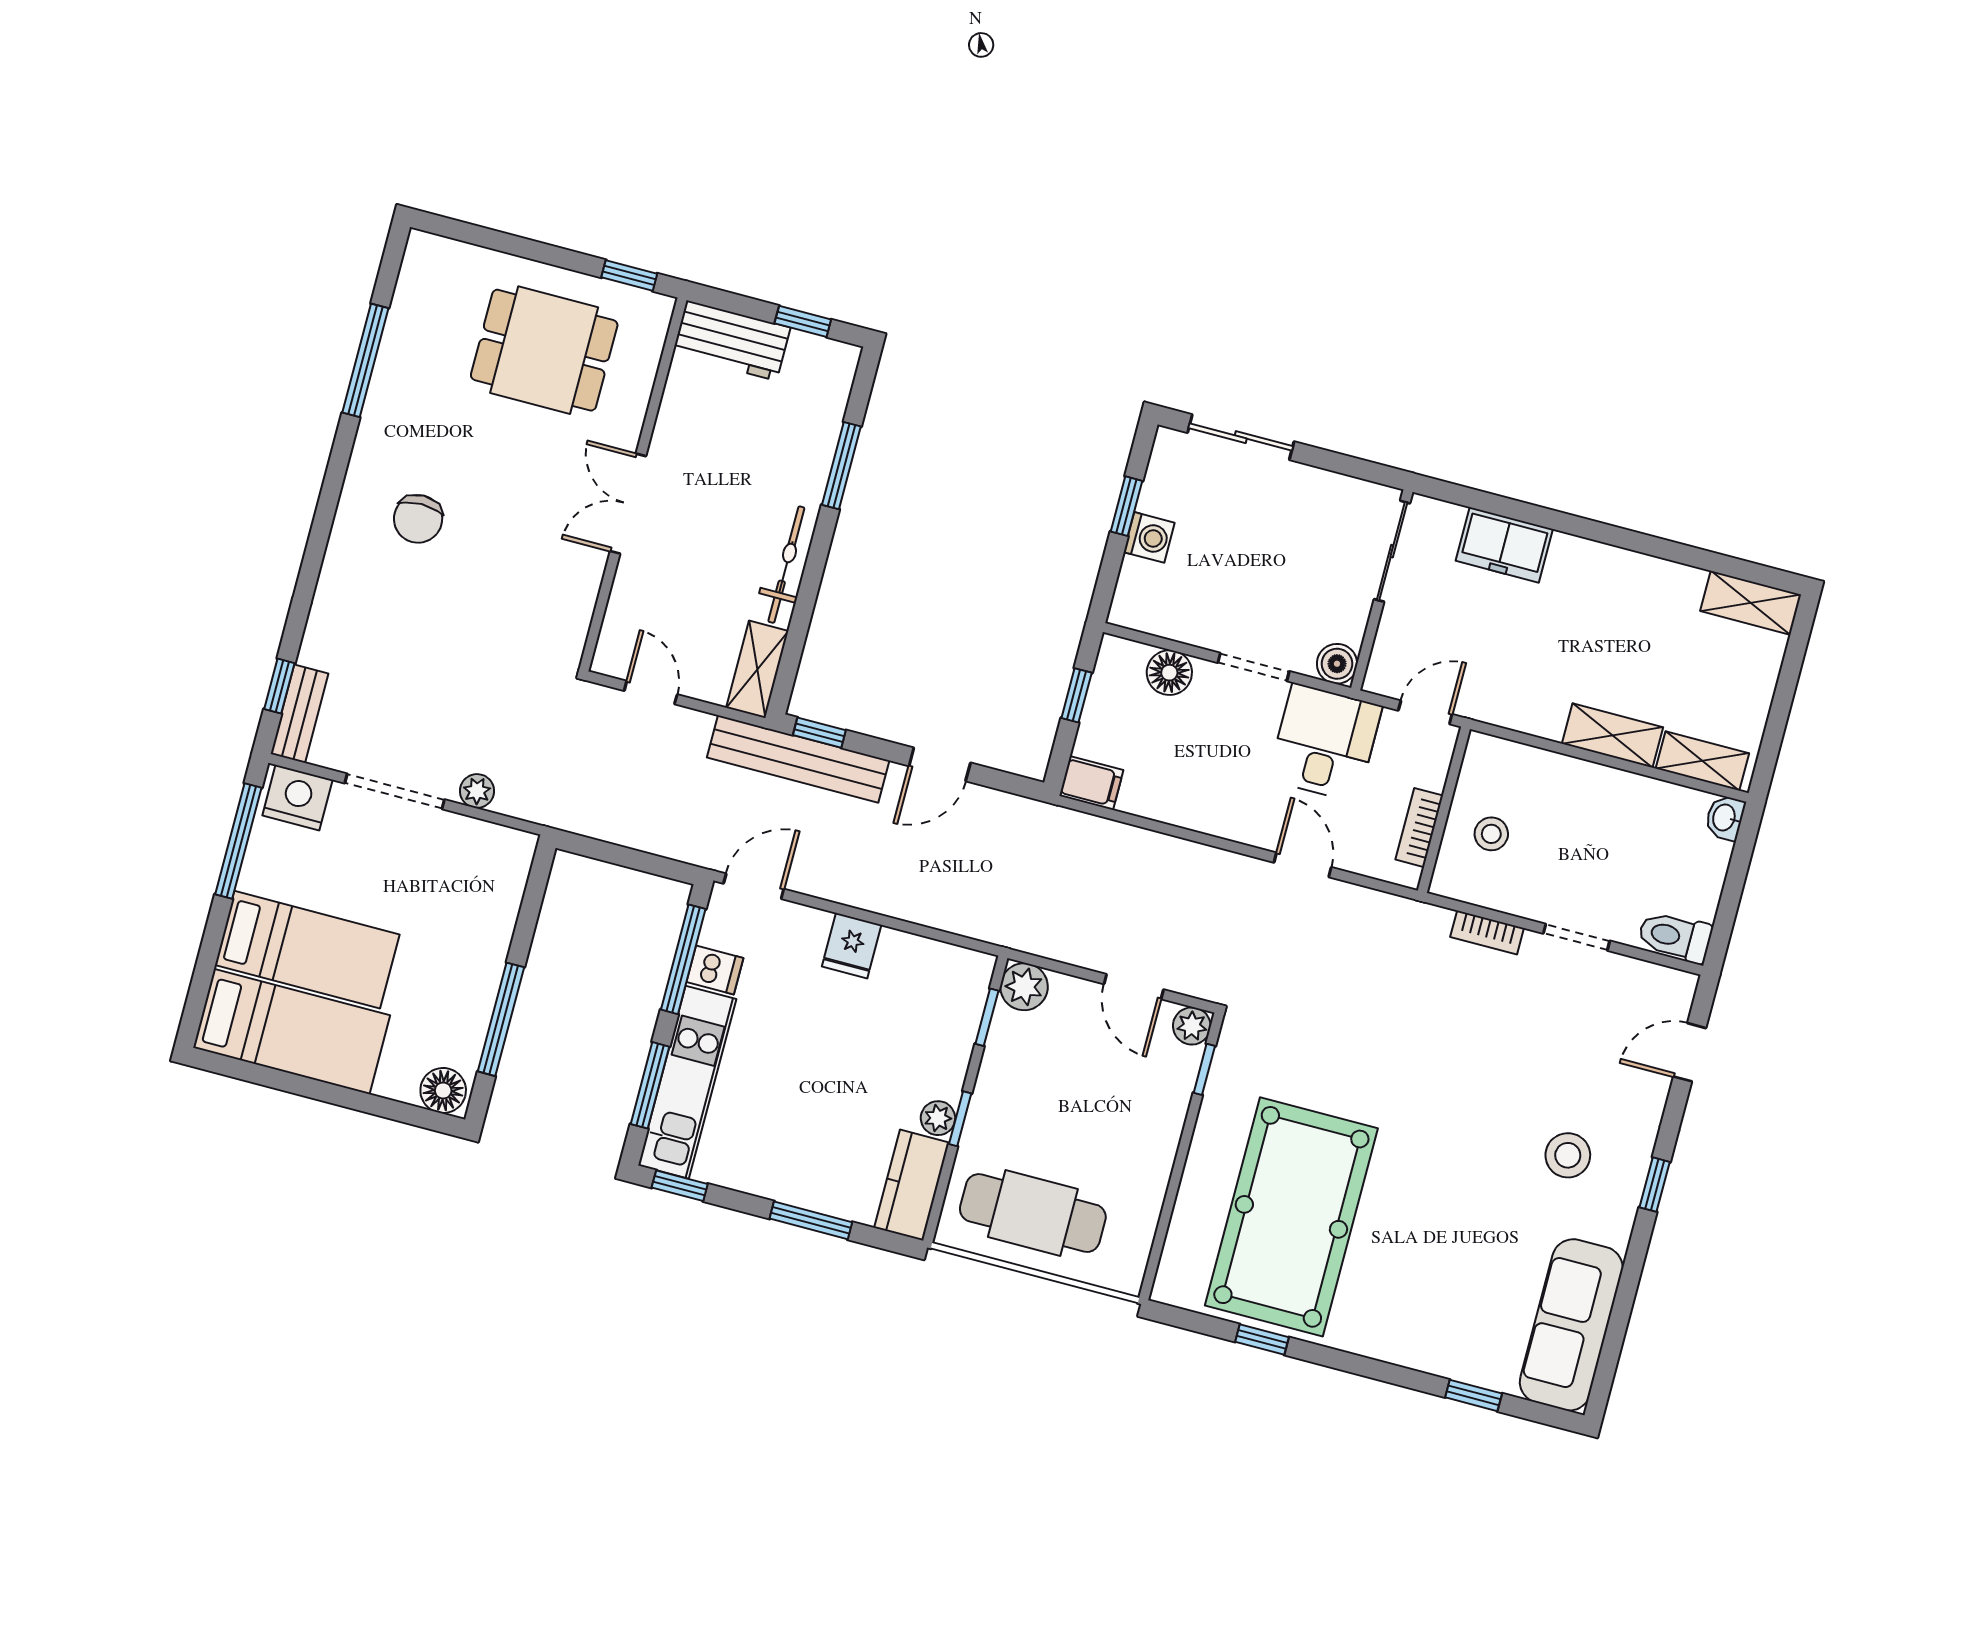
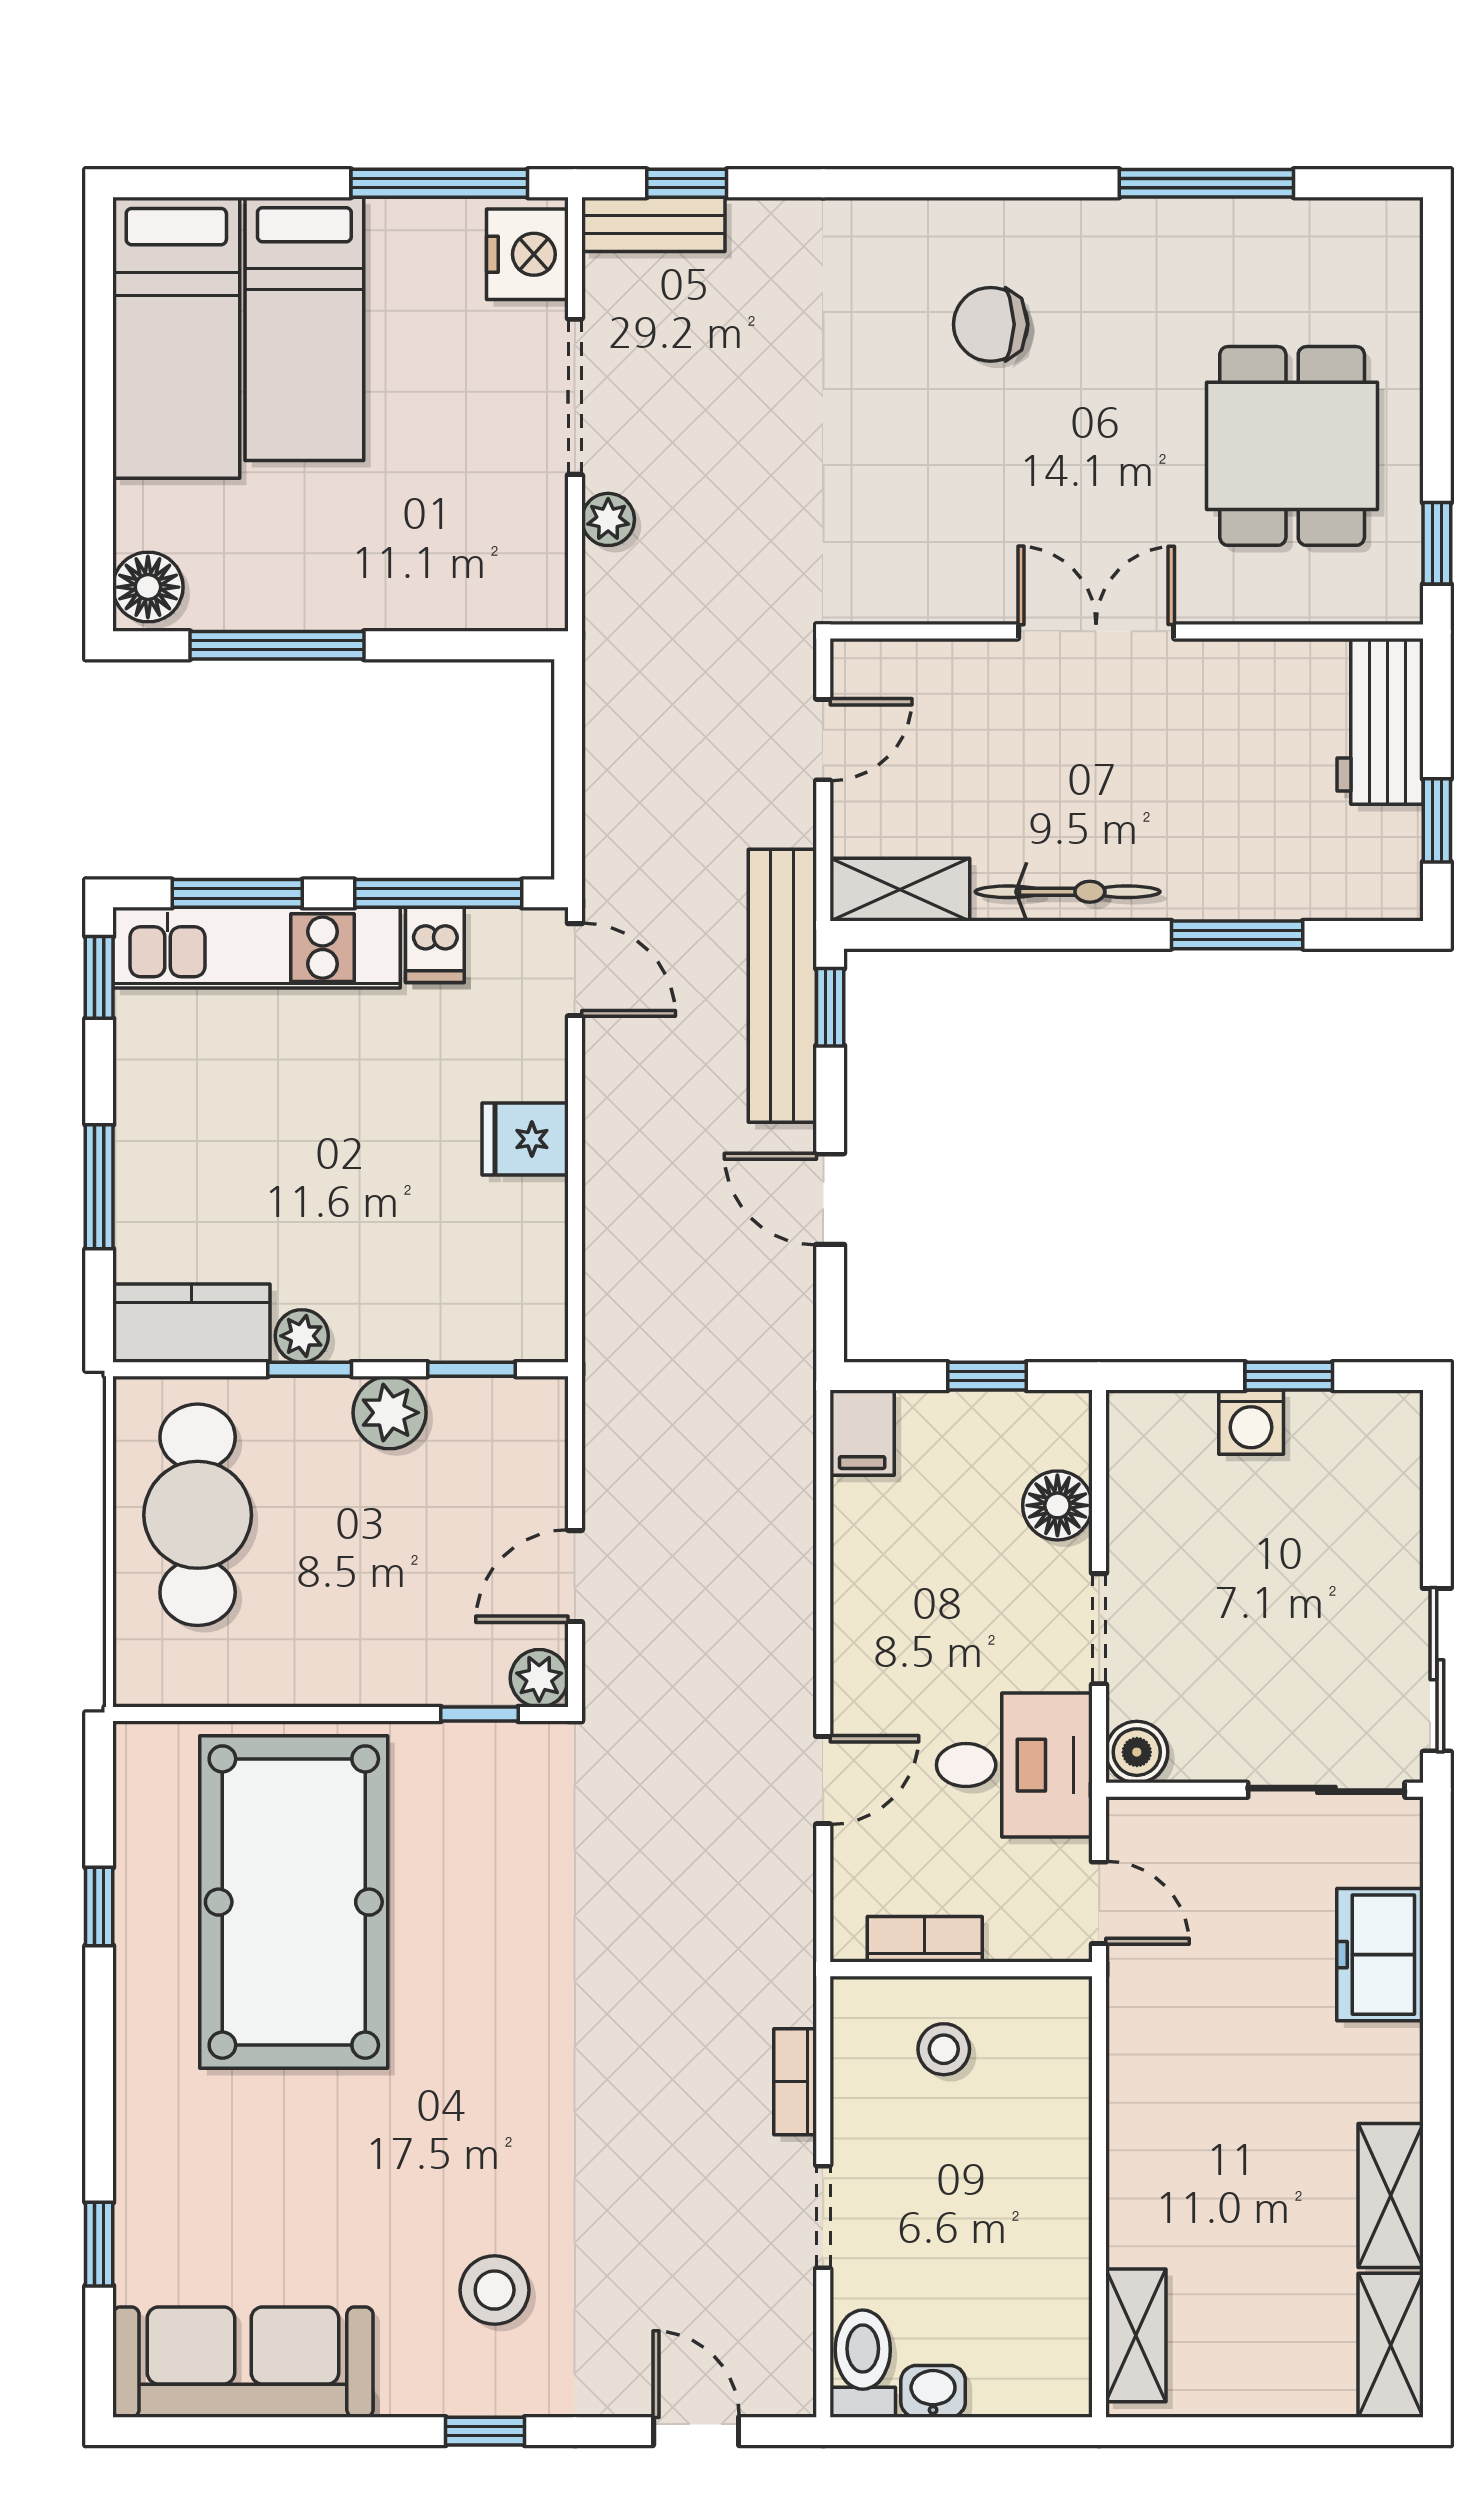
sliding door: (1241, 437) -> (1437, 1670), moved
shelving: (1612, 735) -> (1391, 2196), moved
washbasin: (1725, 818) -> (933, 2391), moved
plant: (1024, 987) -> (390, 1413), moved
pool table: (1291, 1217) -> (294, 1902), turned 90

